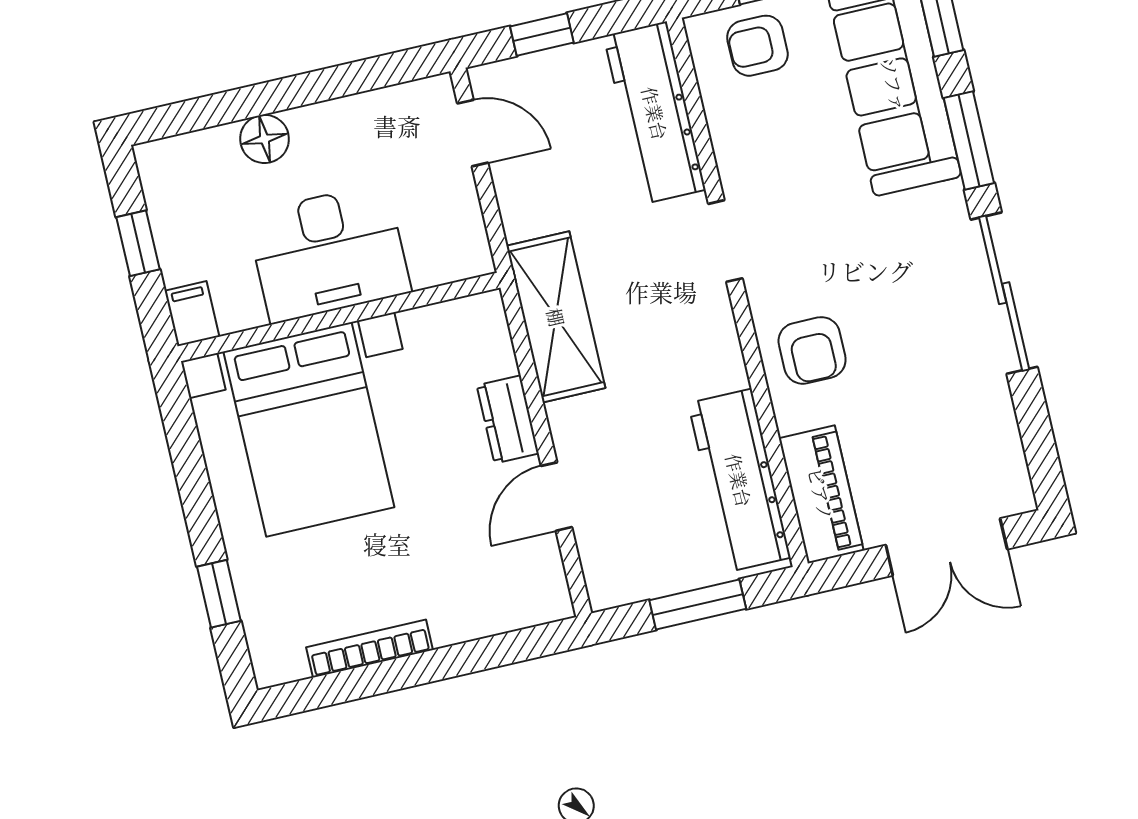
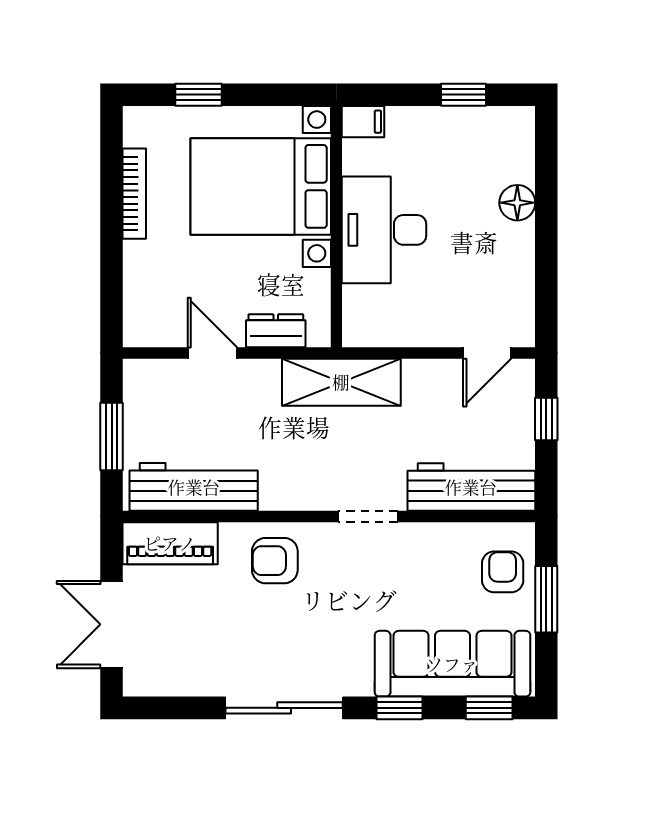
window: (969, 141) -> (400, 708), width x0.67
desk: (329, 253) -> (384, 230), moved
filing cabinet: (192, 314) -> (363, 122), moved
wall: (339, 317) -> (336, 227), moved
bed with nightstands: (309, 429) -> (261, 186), moved

